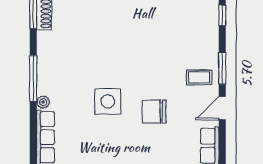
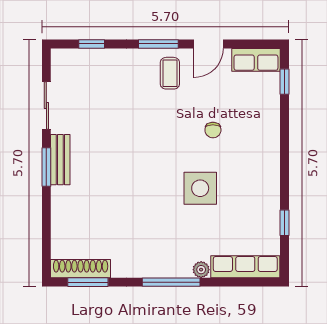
door: (222, 108) -> (208, 44), hinge flipped
chair: (154, 112) -> (213, 130), width x0.54, depth x0.54

